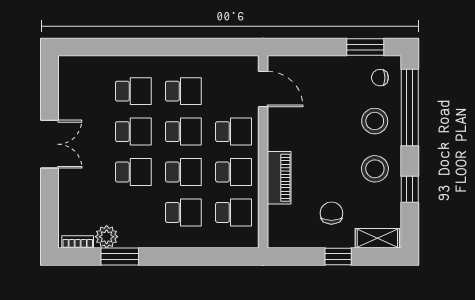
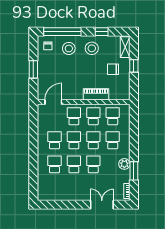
window: (365, 47) -> (33, 69), moved
double door: (49, 144) -> (102, 205), moved
plant: (107, 237) -> (124, 164), moved

